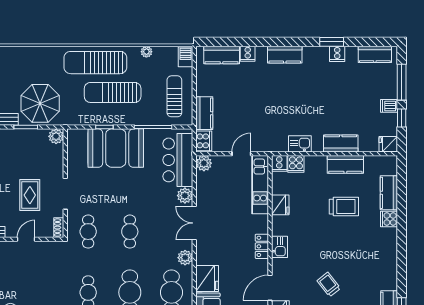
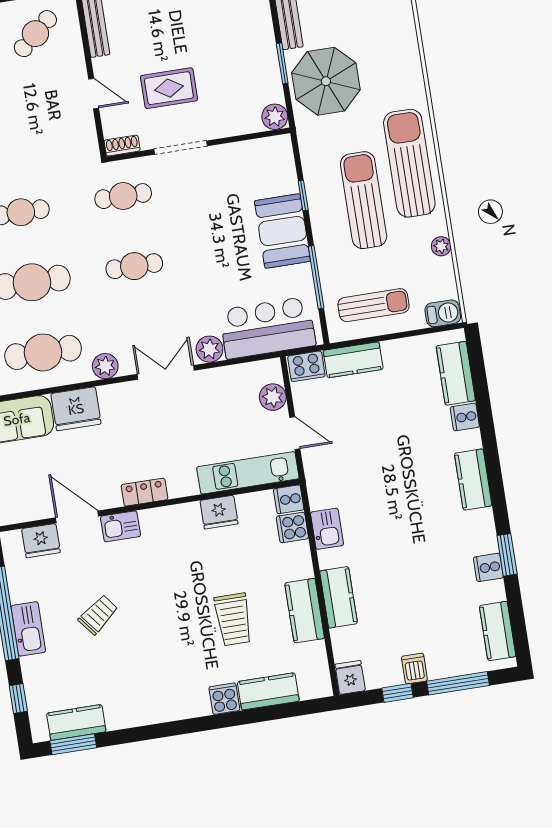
booth: (116, 148) -> (283, 231), width x0.73, depth x0.70
plant: (204, 163) -> (273, 397), moved
kitchen sink: (280, 247) -> (121, 526), moved

